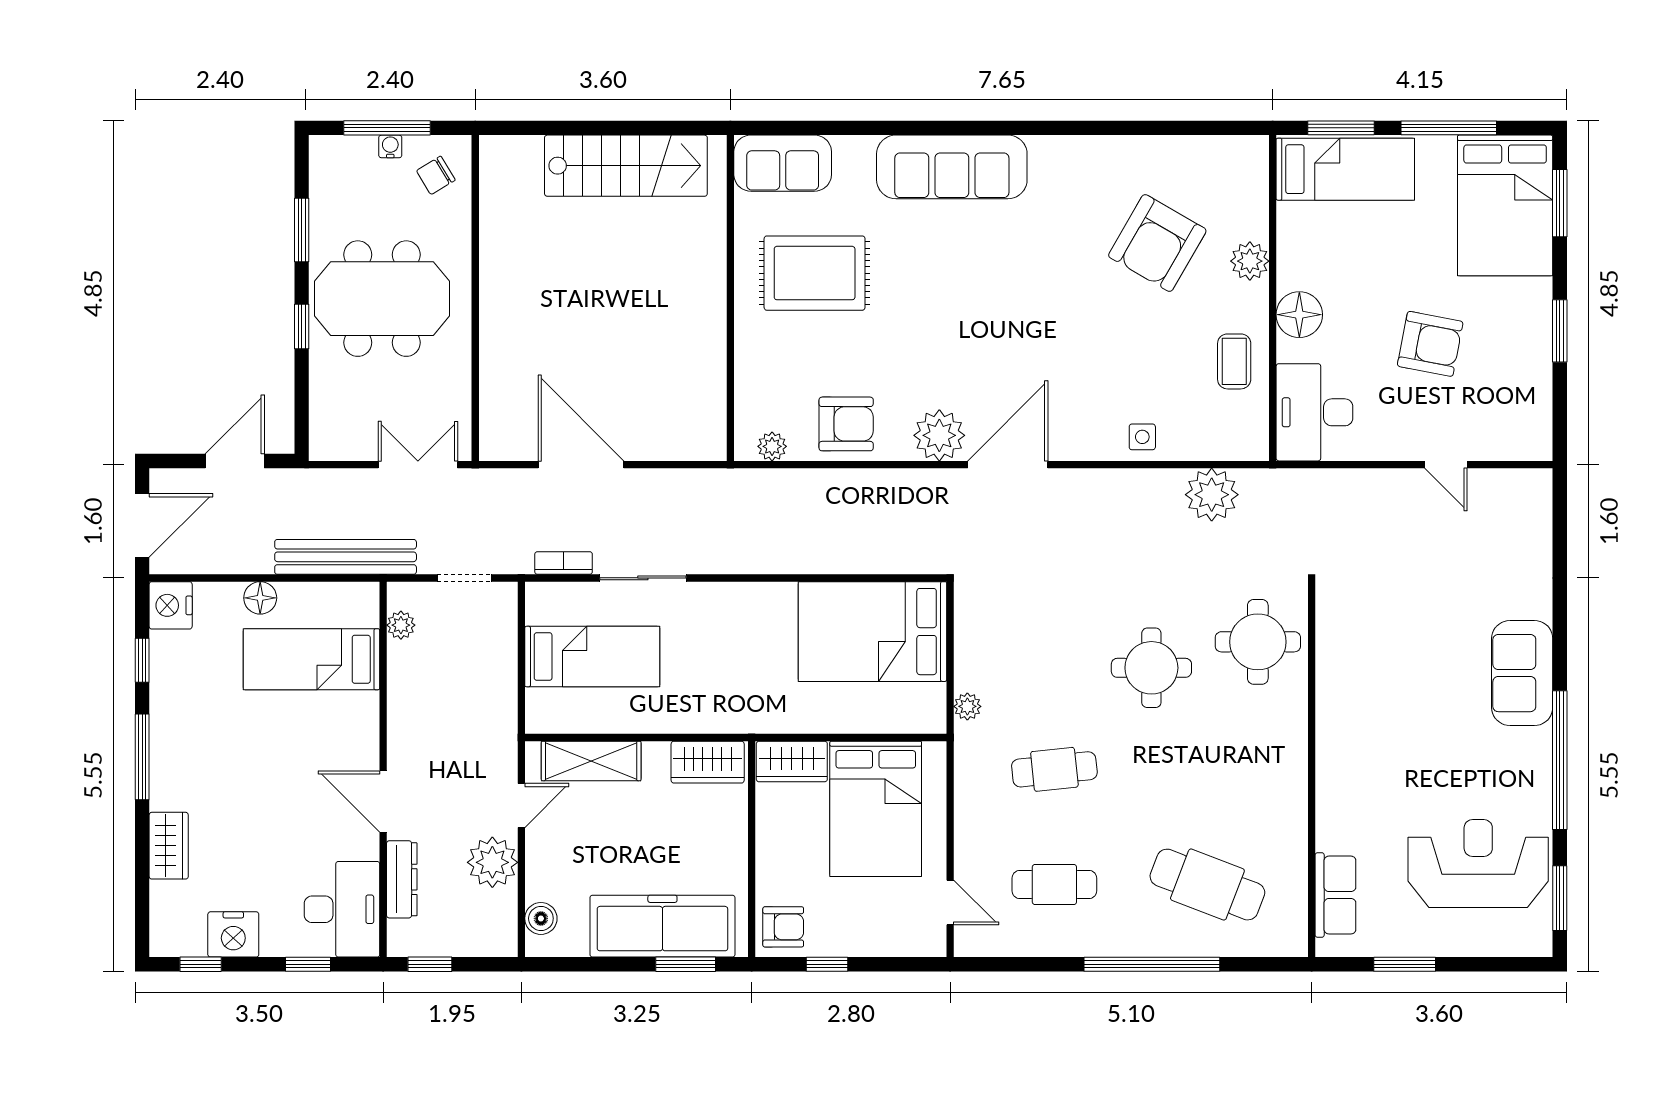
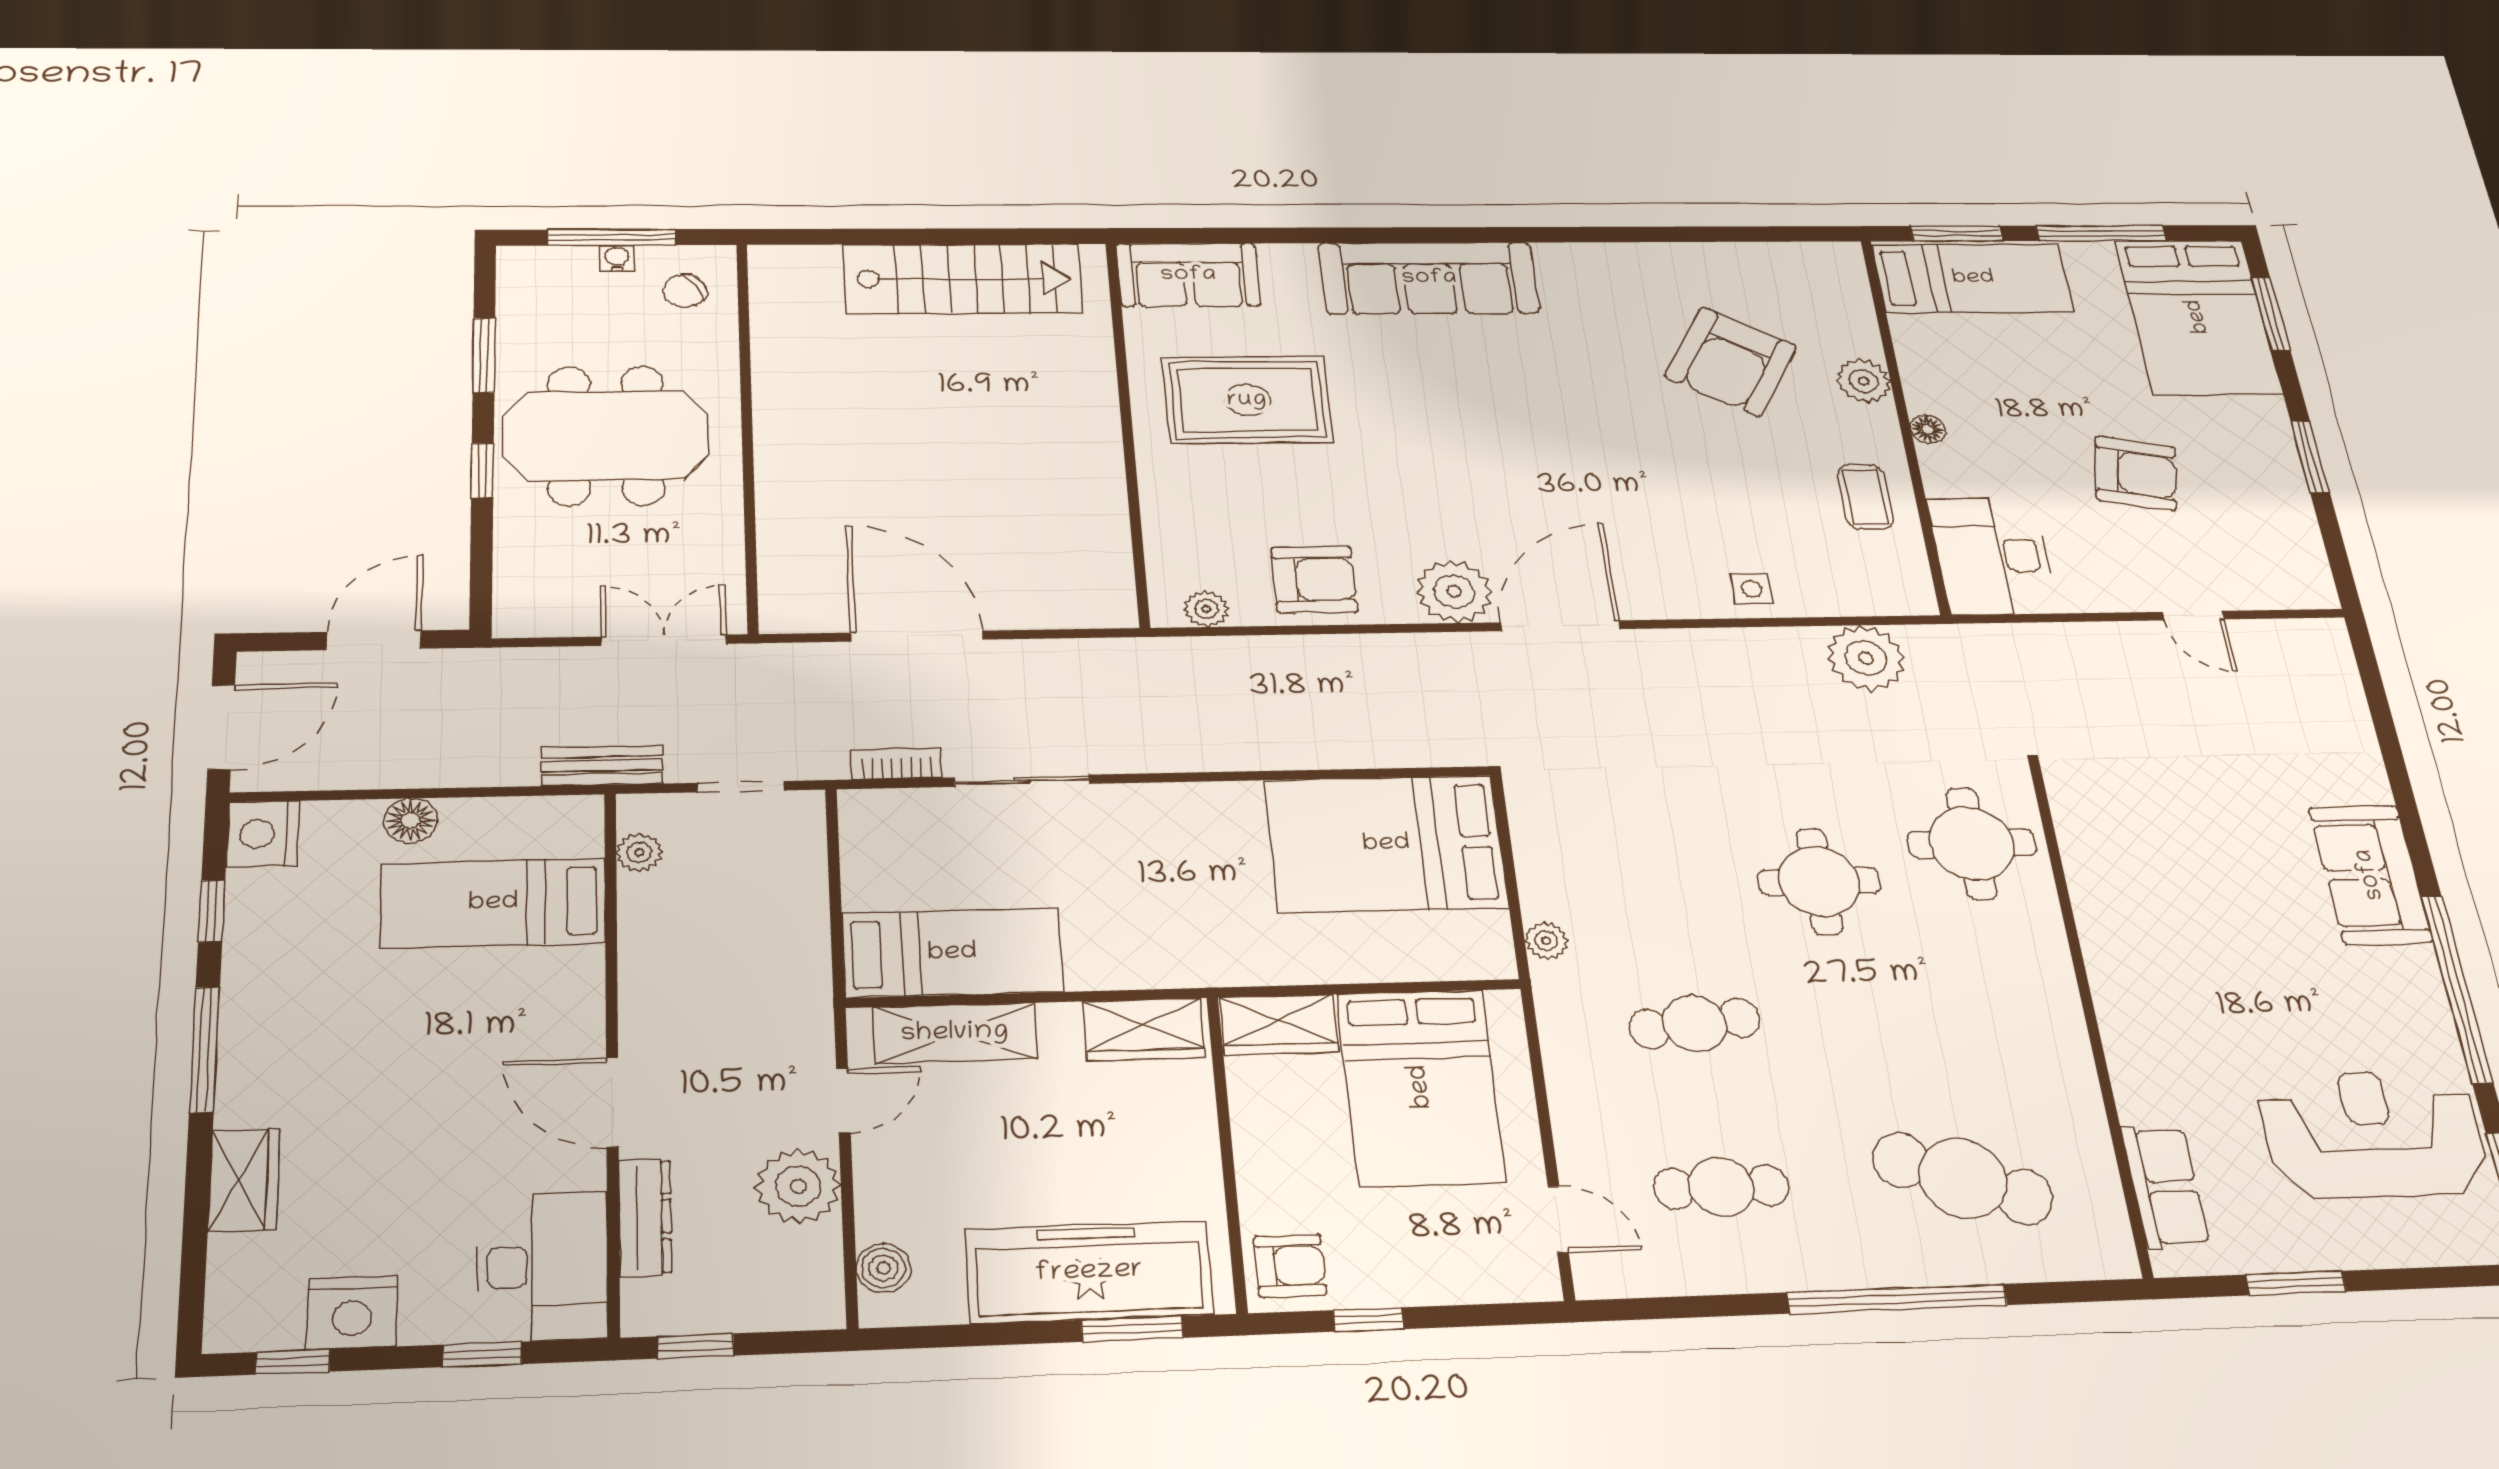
floor lamp: (1299, 315) -> (1928, 429), width x0.53, depth x0.53
bench: (346, 557) -> (602, 766), width x0.54, depth x0.82
bed: (592, 657) -> (952, 953), moved

